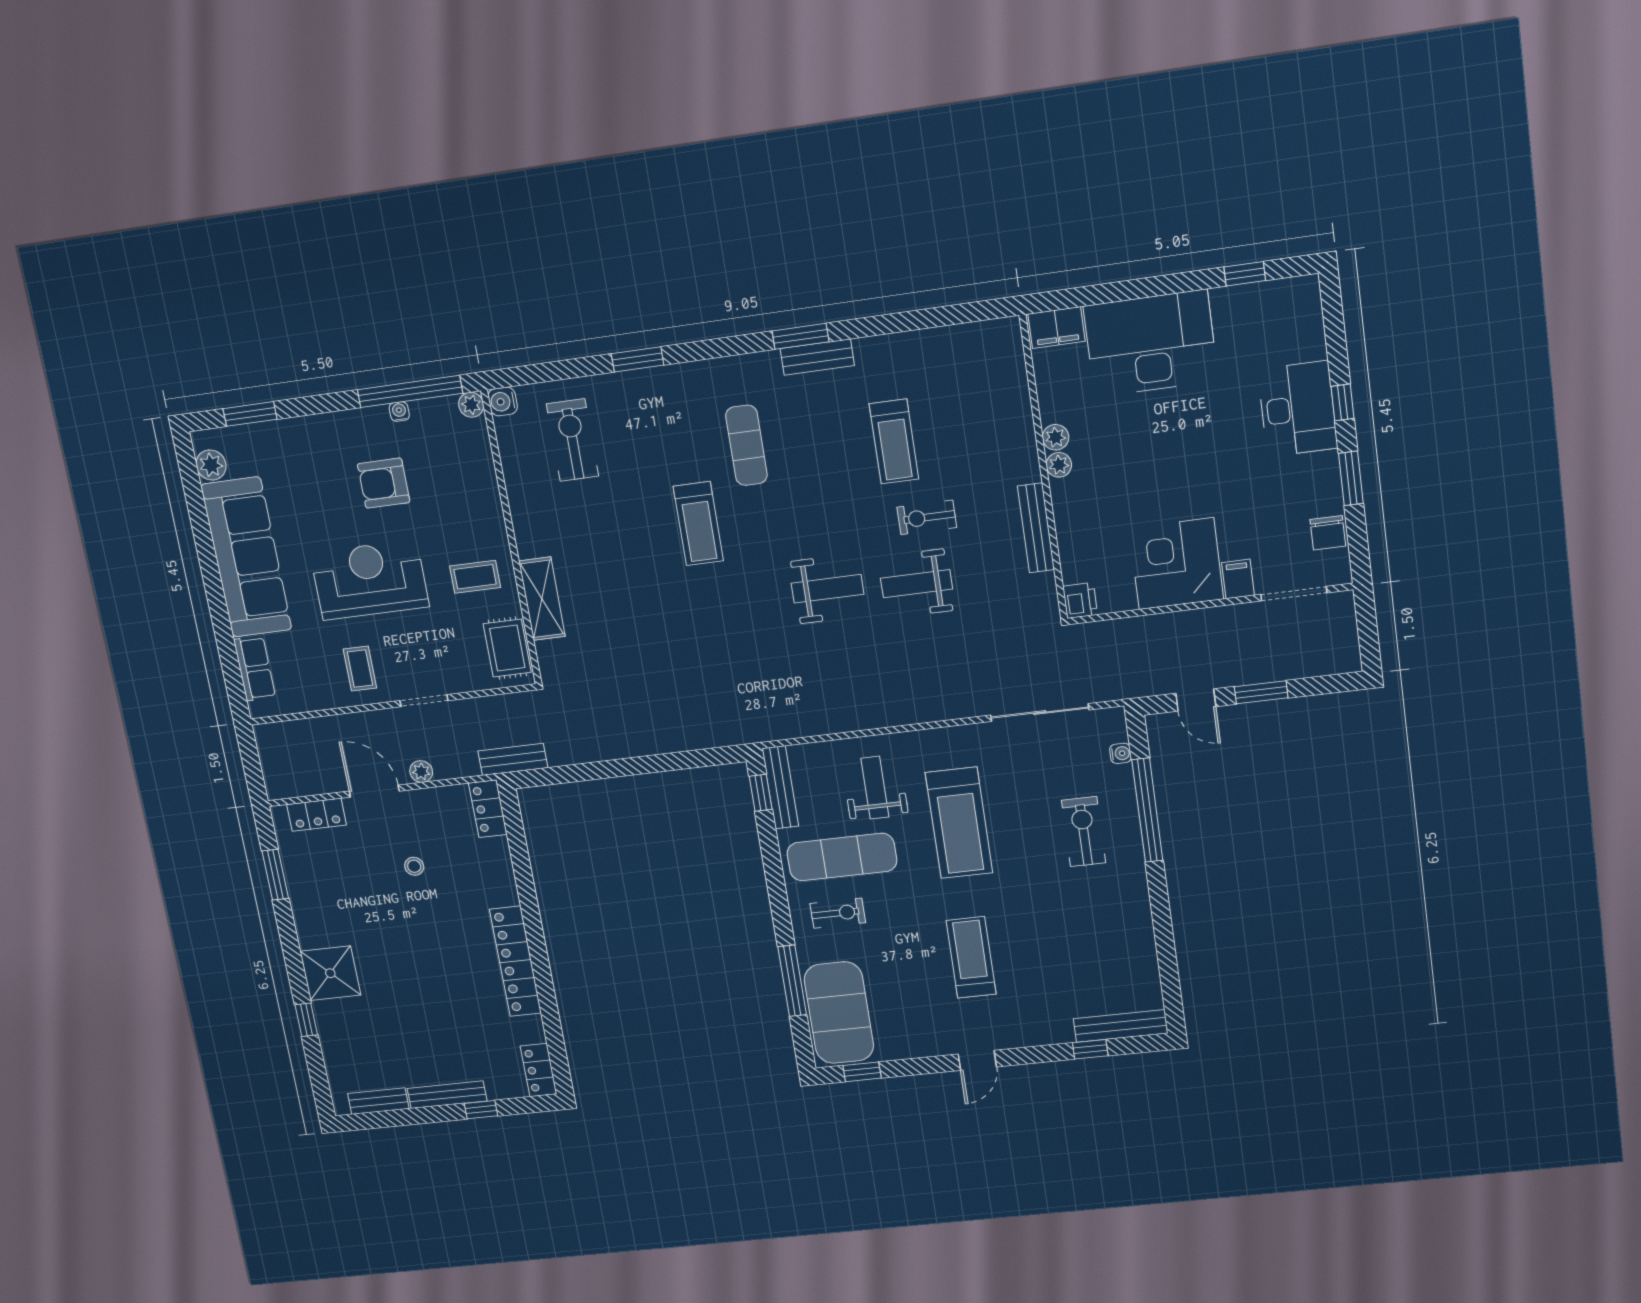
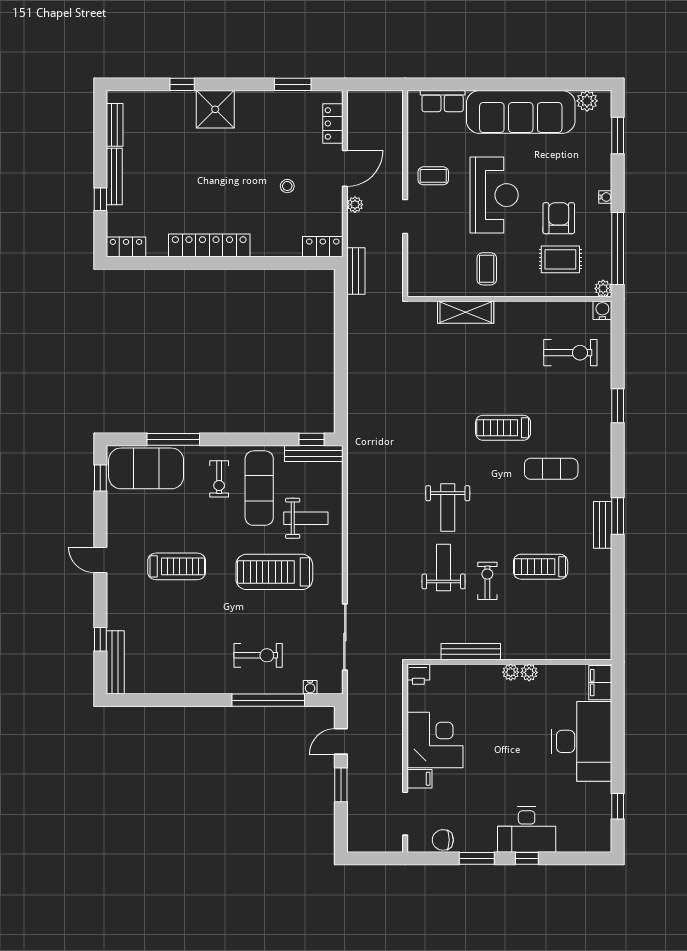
water cooler: (399, 412) -> (605, 197), moved
rug: (507, 648) -> (560, 259), moved

